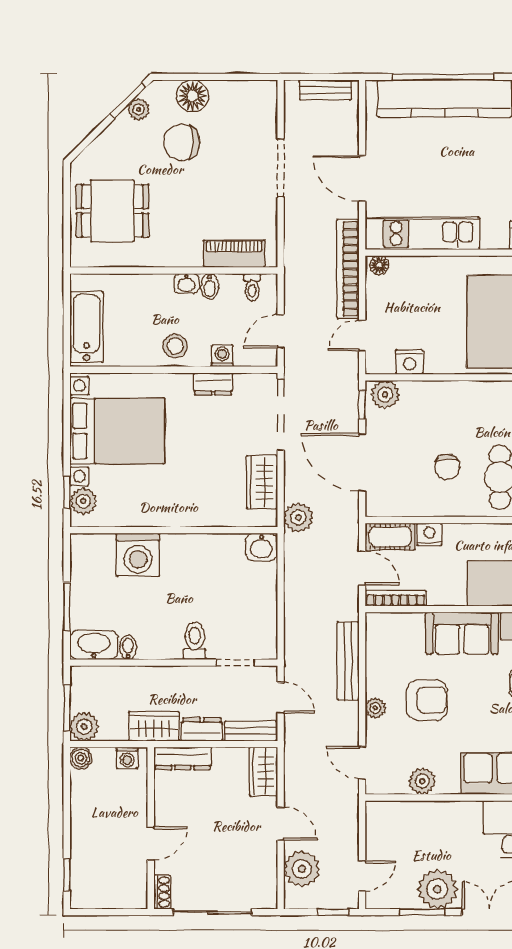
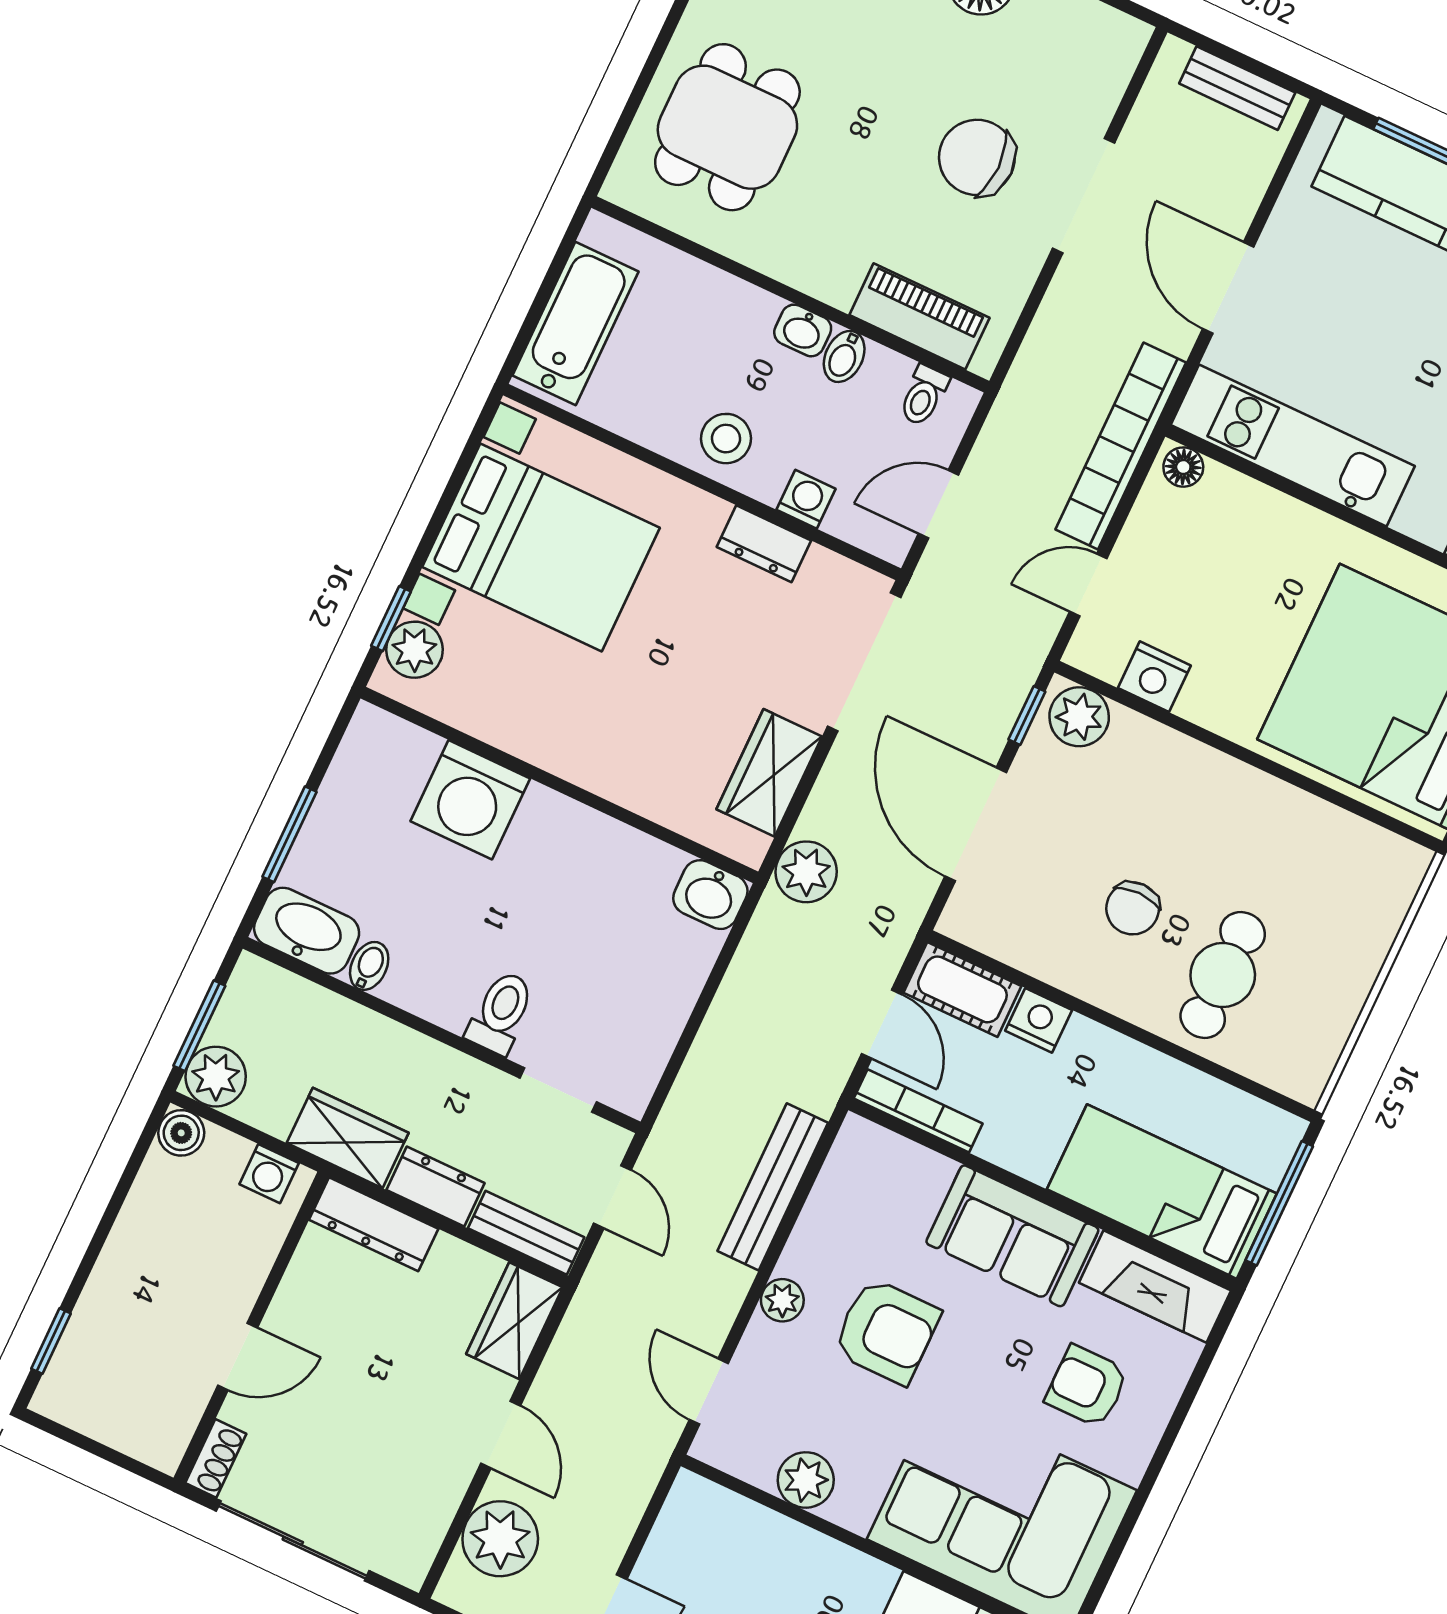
chair: (182, 142) -> (977, 157), moved
dining table: (112, 211) -> (727, 127), turned 90

